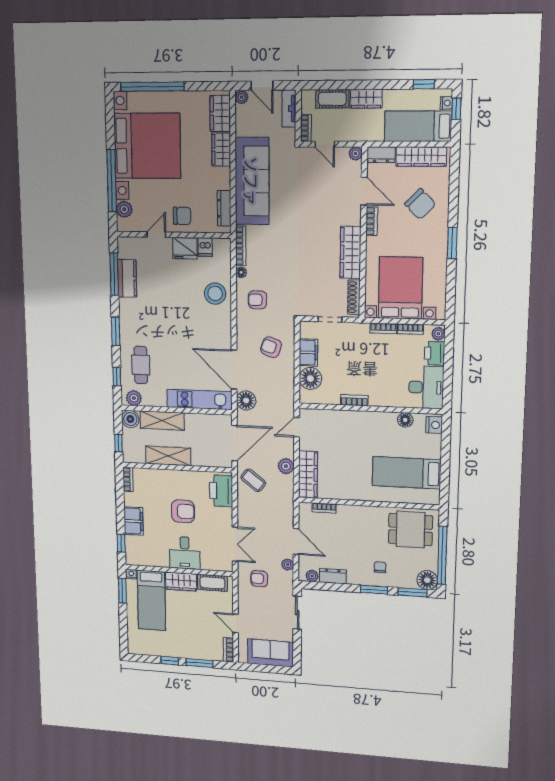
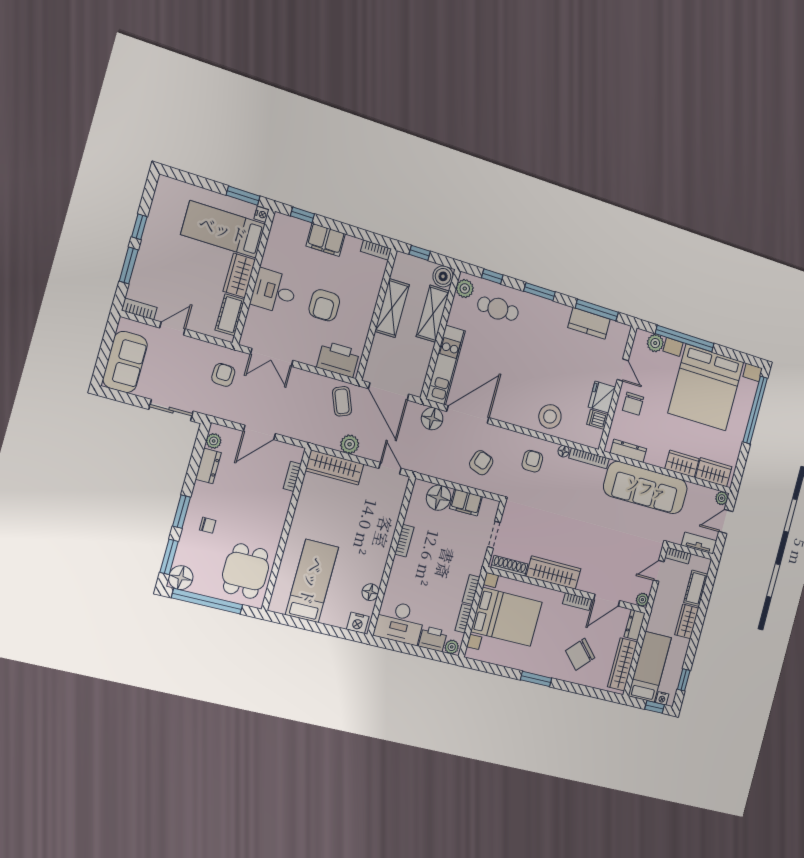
coffee table: (253, 480) -> (342, 401), turned -60
plant: (288, 565) -> (234, 415), removed

